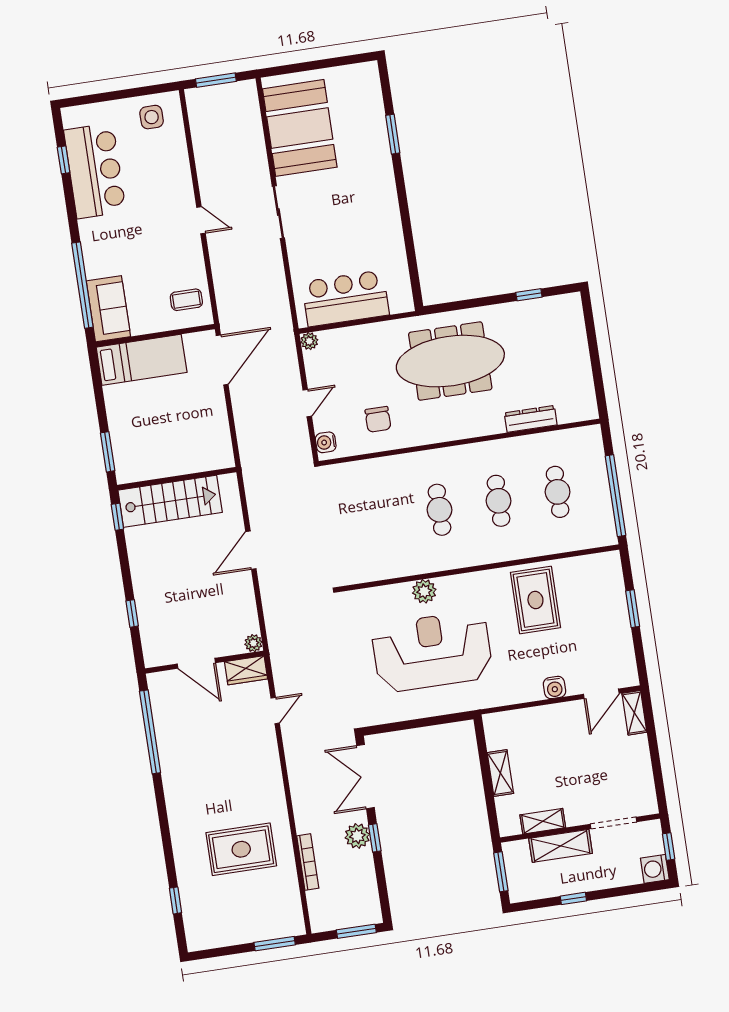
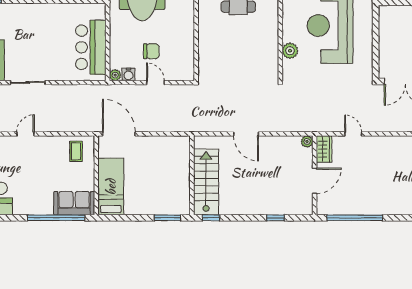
chair: (378, 419) -> (151, 51), moved
water cooler: (326, 442) -> (128, 74), moved
plant: (424, 591) -> (290, 51), moved

